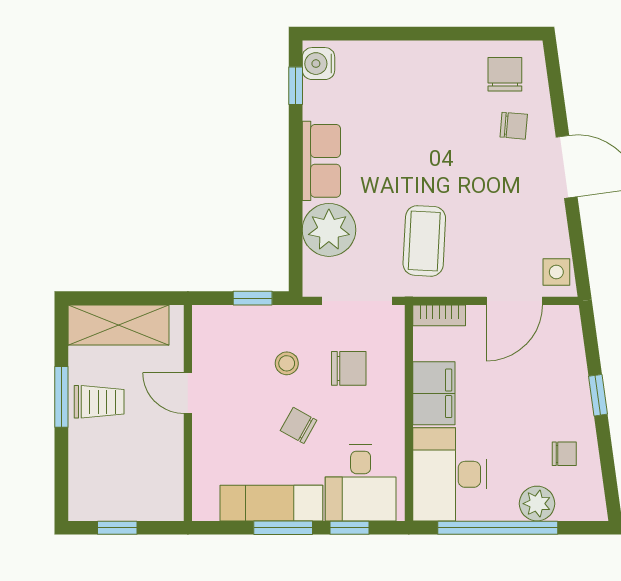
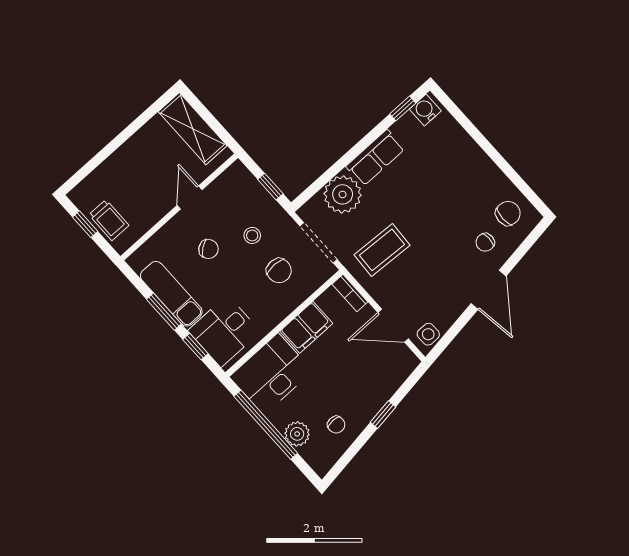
chair: (514, 126) -> (485, 242), turned 85
window: (61, 397) -> (128, 133), removed
trolley: (99, 402) -> (109, 220), moved
chair: (299, 425) -> (209, 249), moved, turned 113

